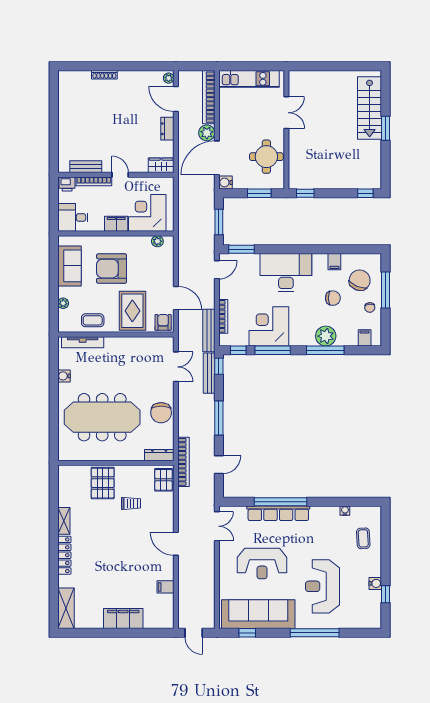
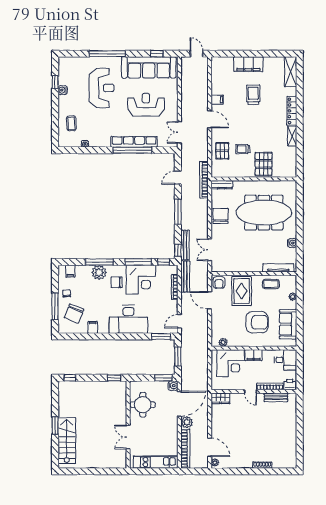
dresser: (167, 129) -> (216, 425), removed
window: (259, 193) -> (163, 378), moved
chair: (333, 298) -> (117, 282), moved
pallet: (164, 480) -> (222, 151), moved
trolley: (117, 577) -> (253, 95), added
filing cabinet: (165, 587) -> (217, 100), moved

